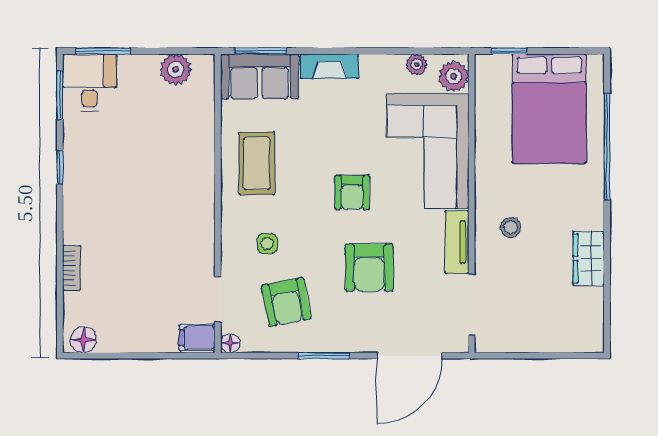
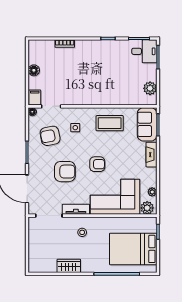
armchair: (352, 192) -> (97, 164), turned 180
armchair: (369, 268) -> (65, 172), turned 180
floor lamp: (83, 340) -> (34, 70), moved

